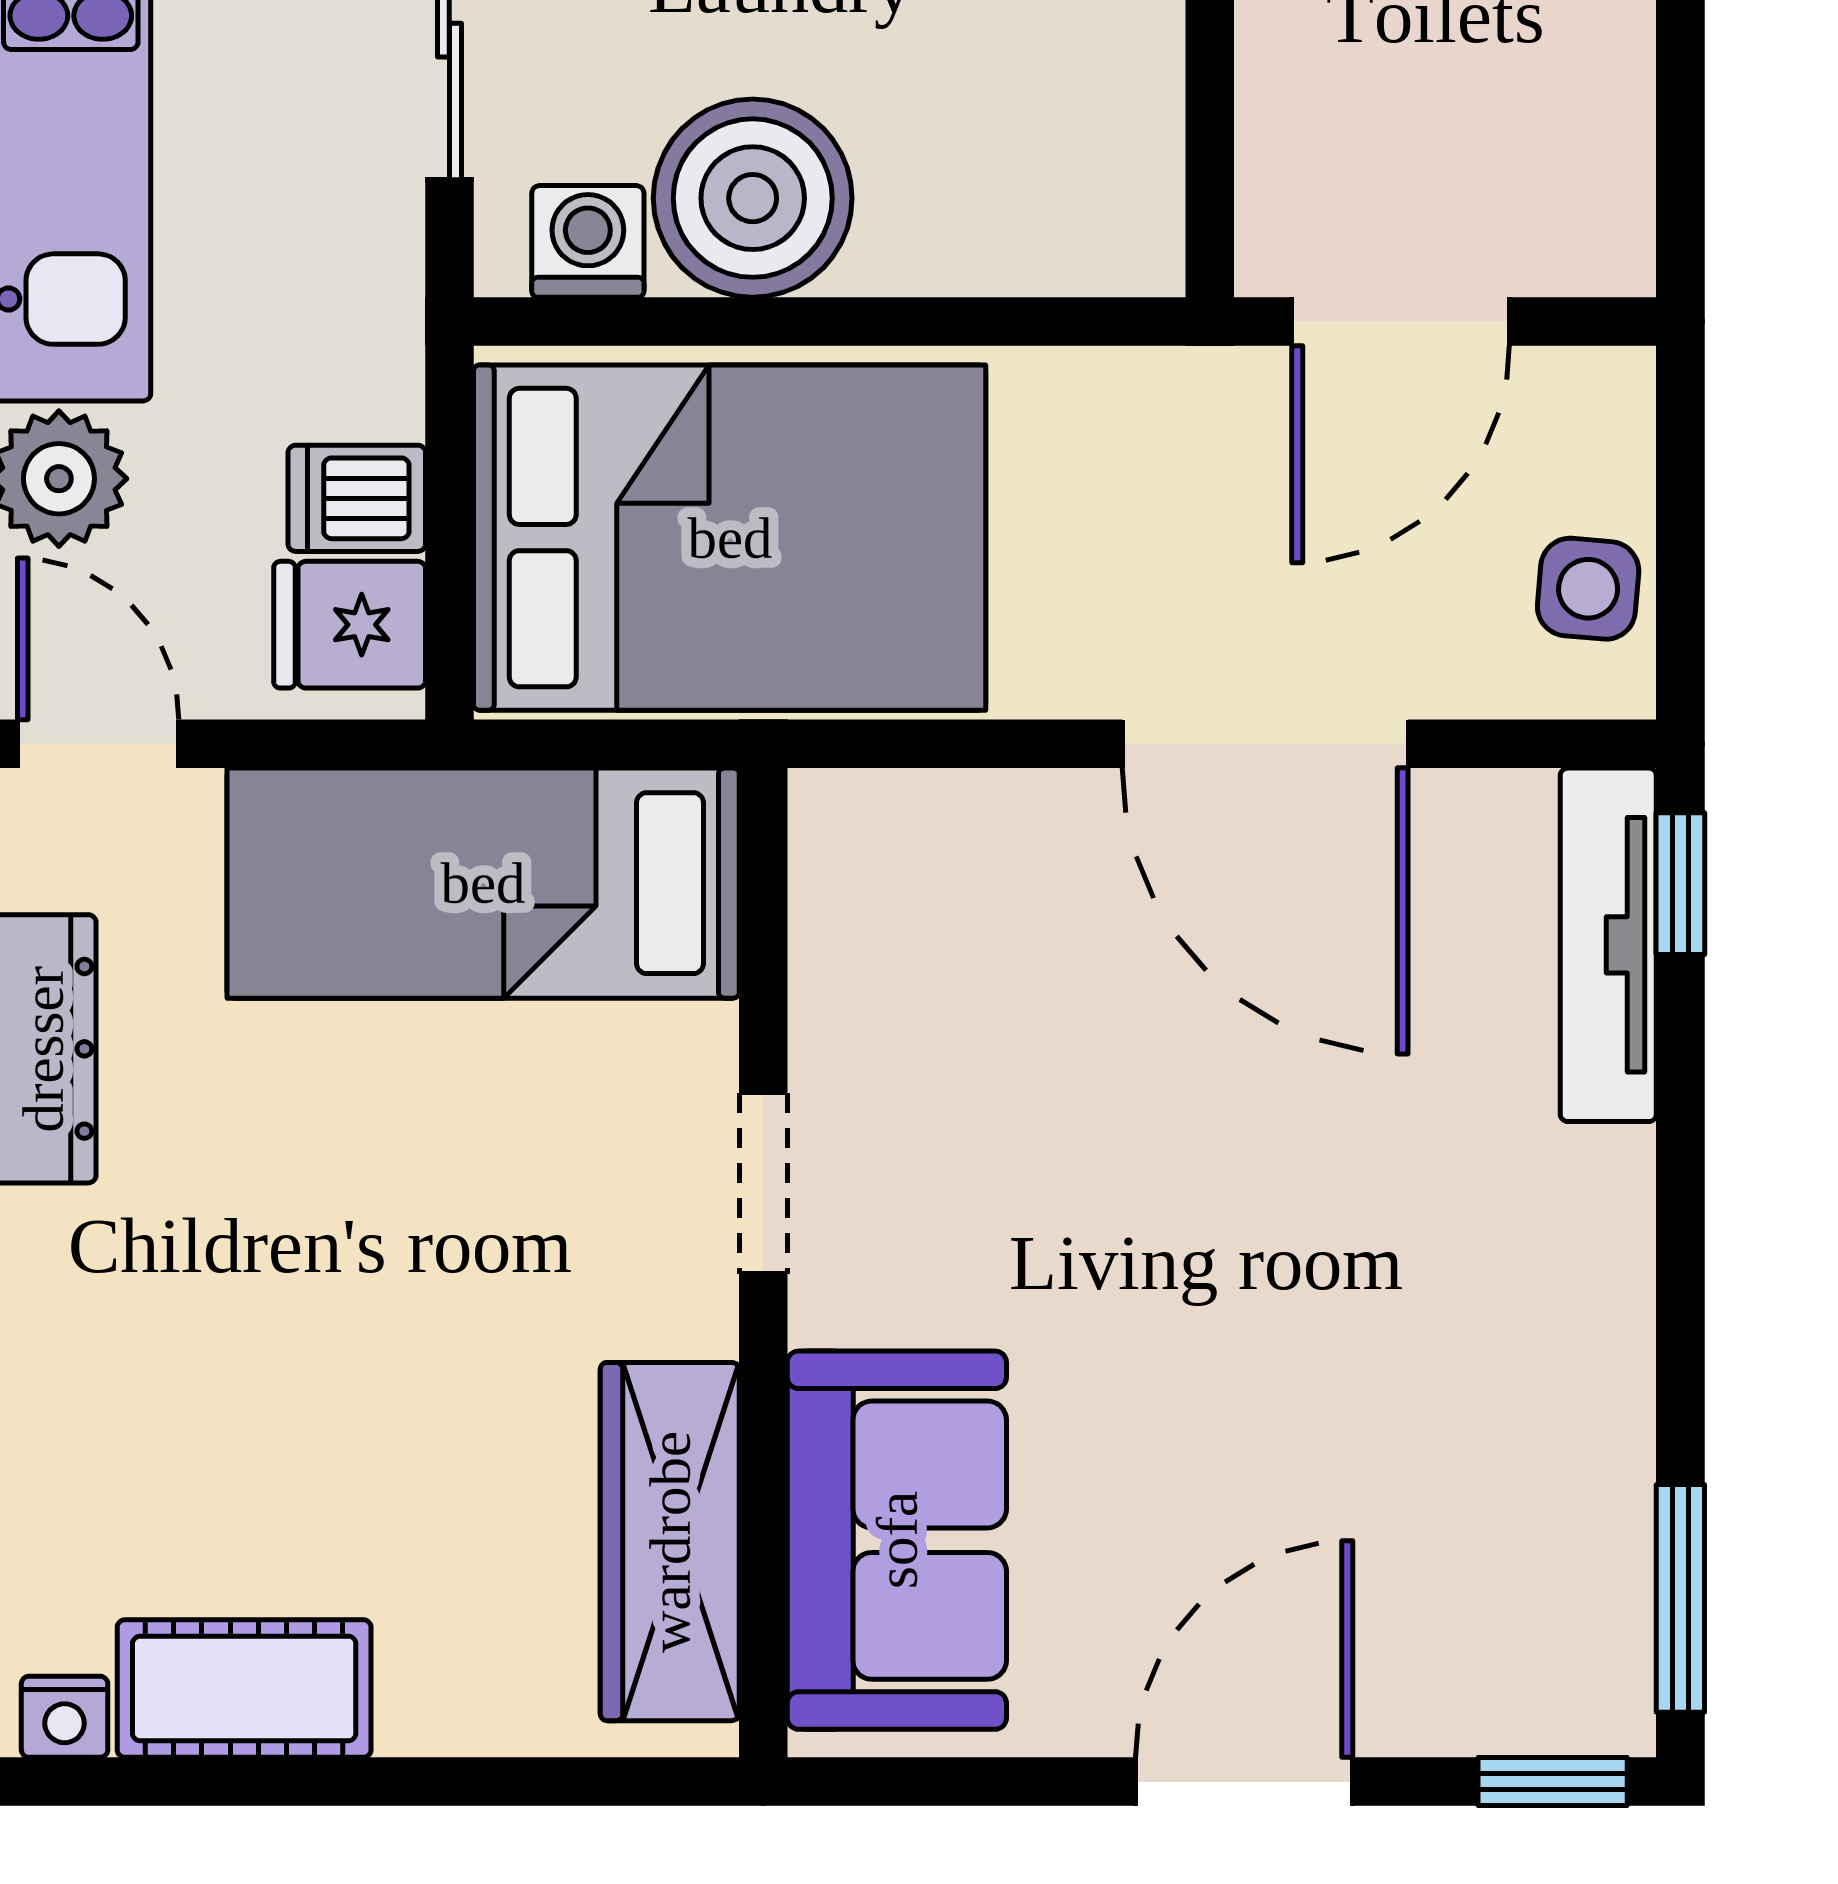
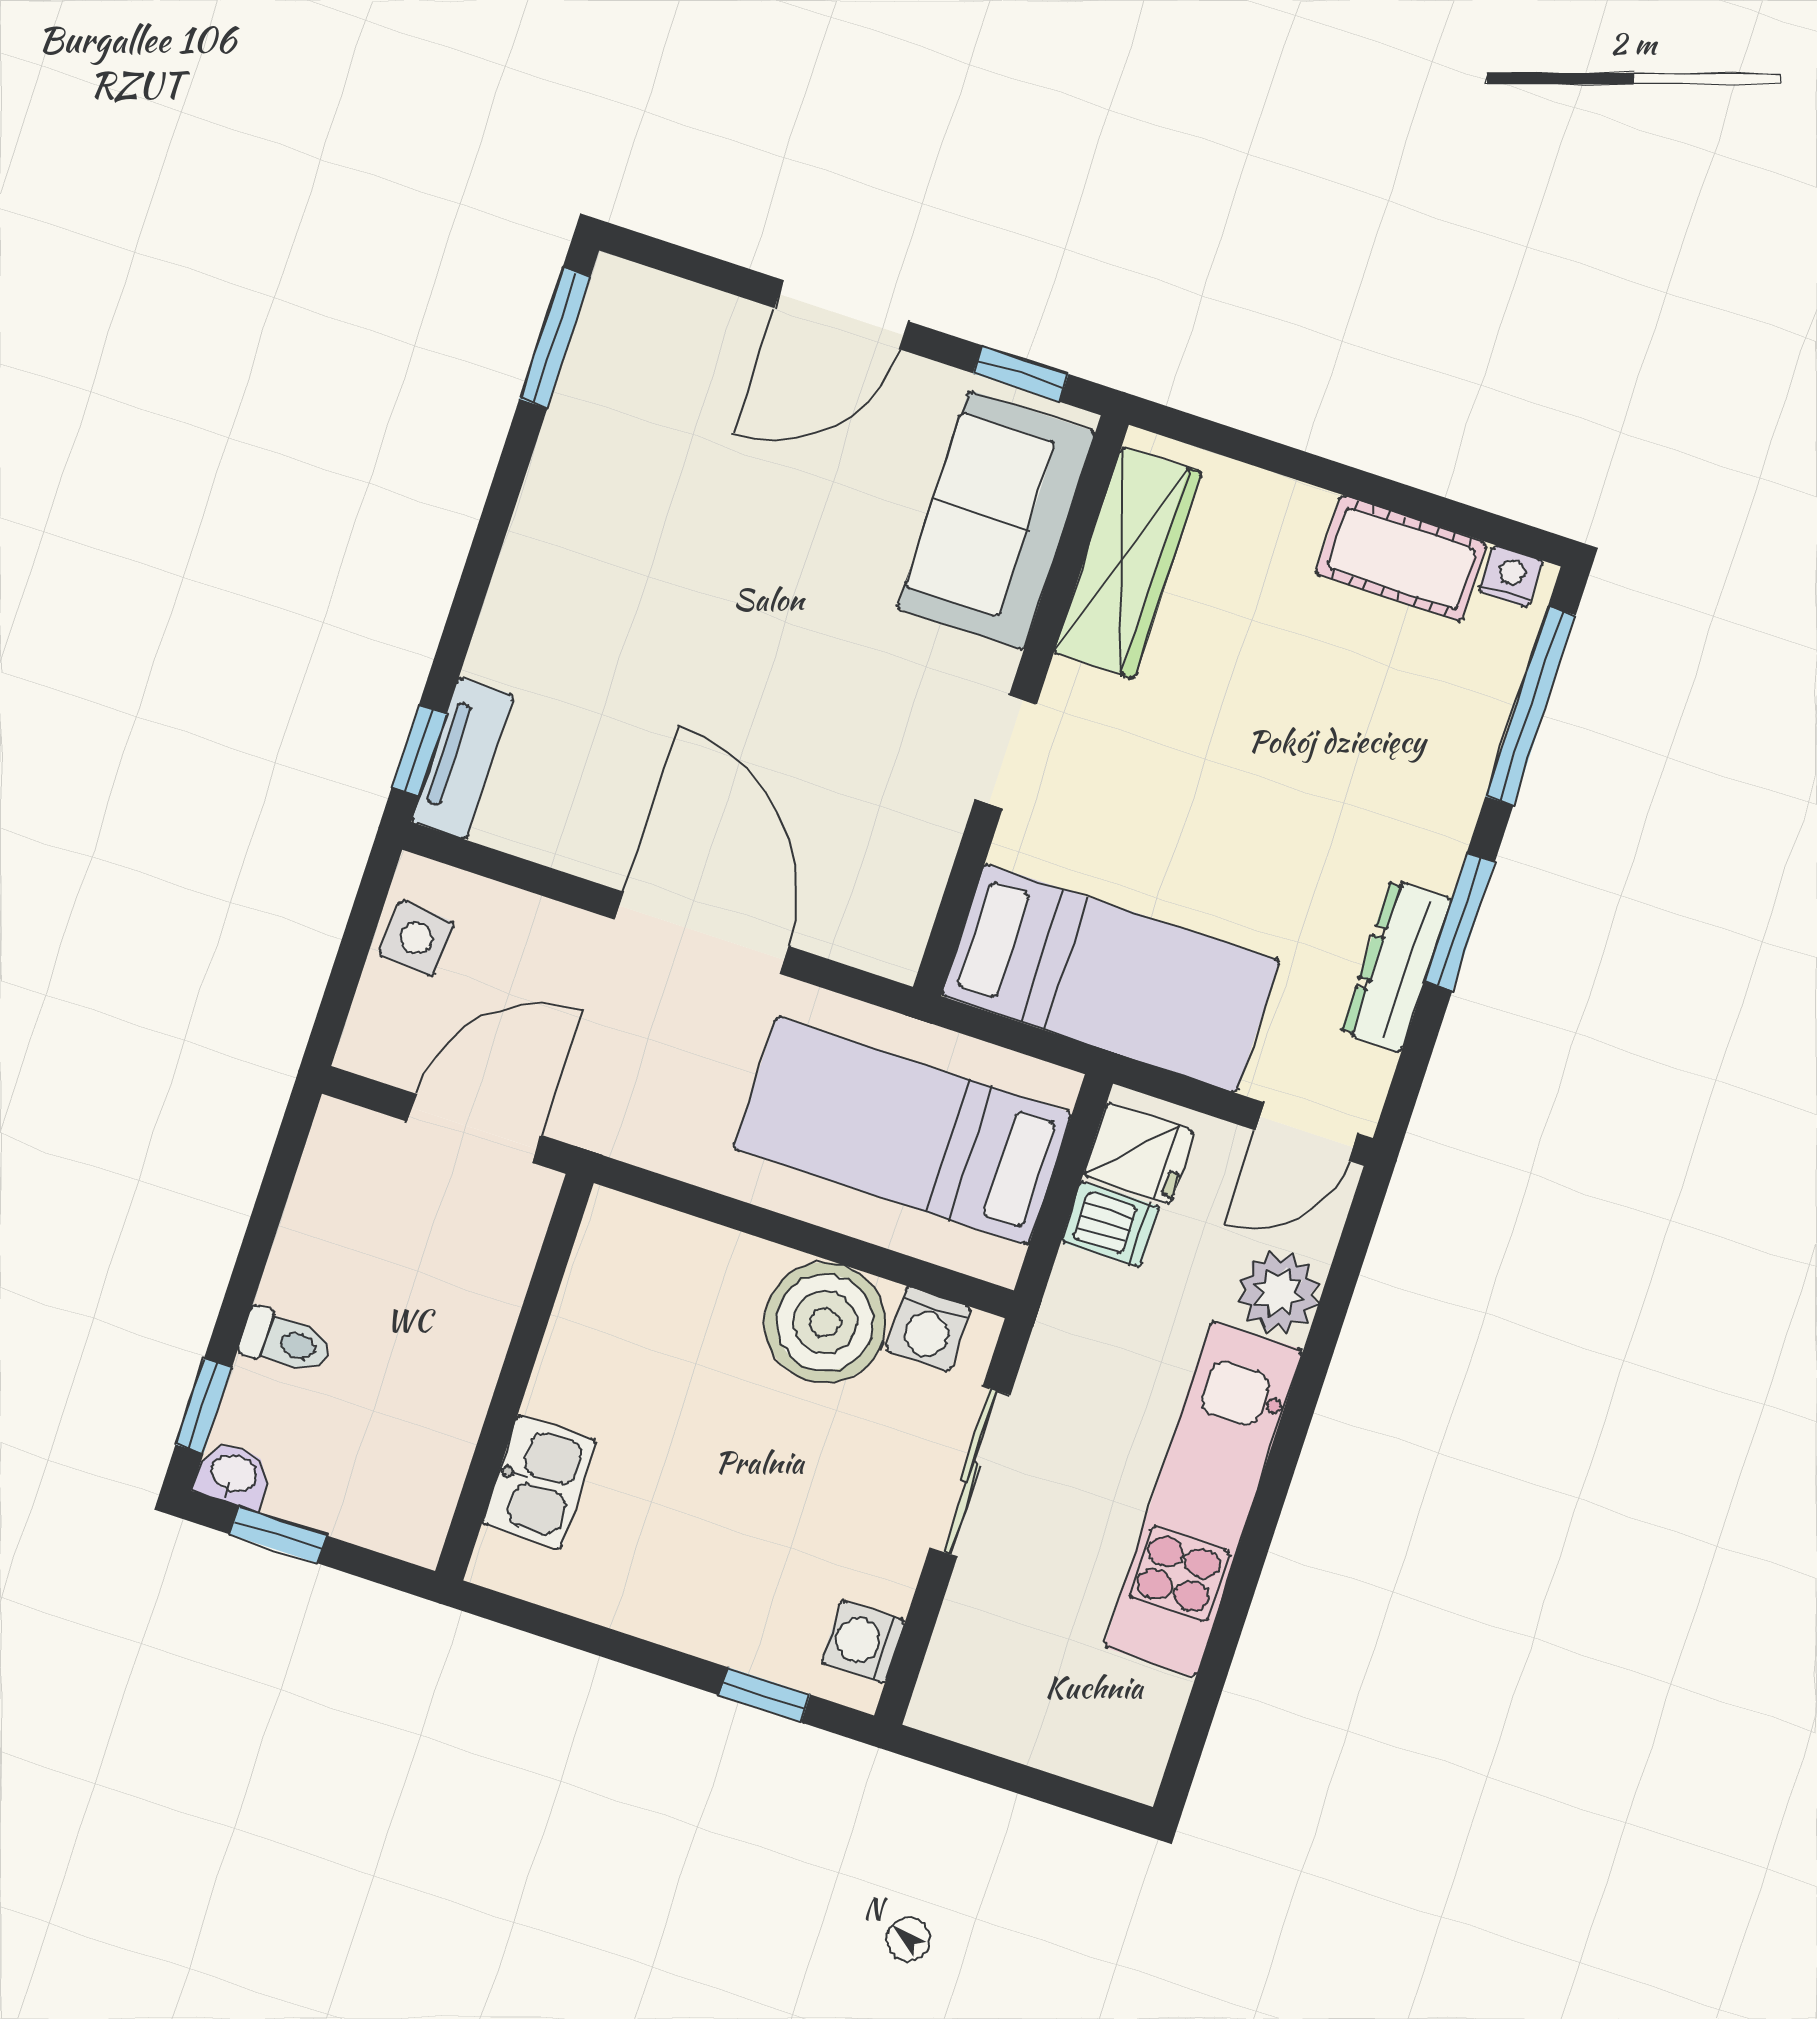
bed: (730, 538) -> (903, 1131), width x0.67
door: (98, 744) -> (1307, 1132), hinge flipped
door: (1265, 744) -> (702, 933), moved
tv unit: (1608, 945) -> (463, 758), width x0.71
window: (1553, 1782) -> (1021, 374), moved

